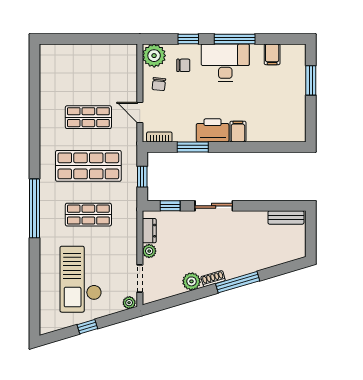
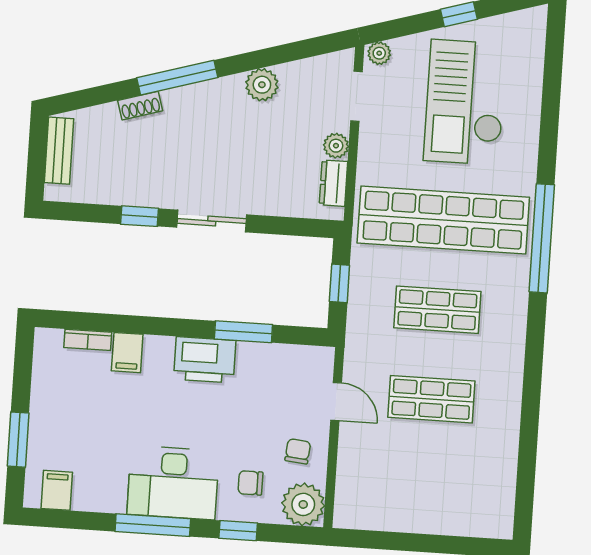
filing cabinet: (272, 54) -> (57, 490), moved
filing cabinet: (238, 132) -> (127, 353), moved
bookcase: (159, 137) -> (88, 340), moved
shop shelf: (88, 166) -> (437, 310), width x0.70, depth x0.74
window: (170, 206) -> (139, 216), moved
shop shelf: (88, 215) -> (443, 220), width x2.00, depth x1.36
bench: (286, 217) -> (59, 151), moved, turned 90
checkout: (81, 279) -> (465, 102), turned 180
shoe rack: (213, 279) -> (140, 106), moved

